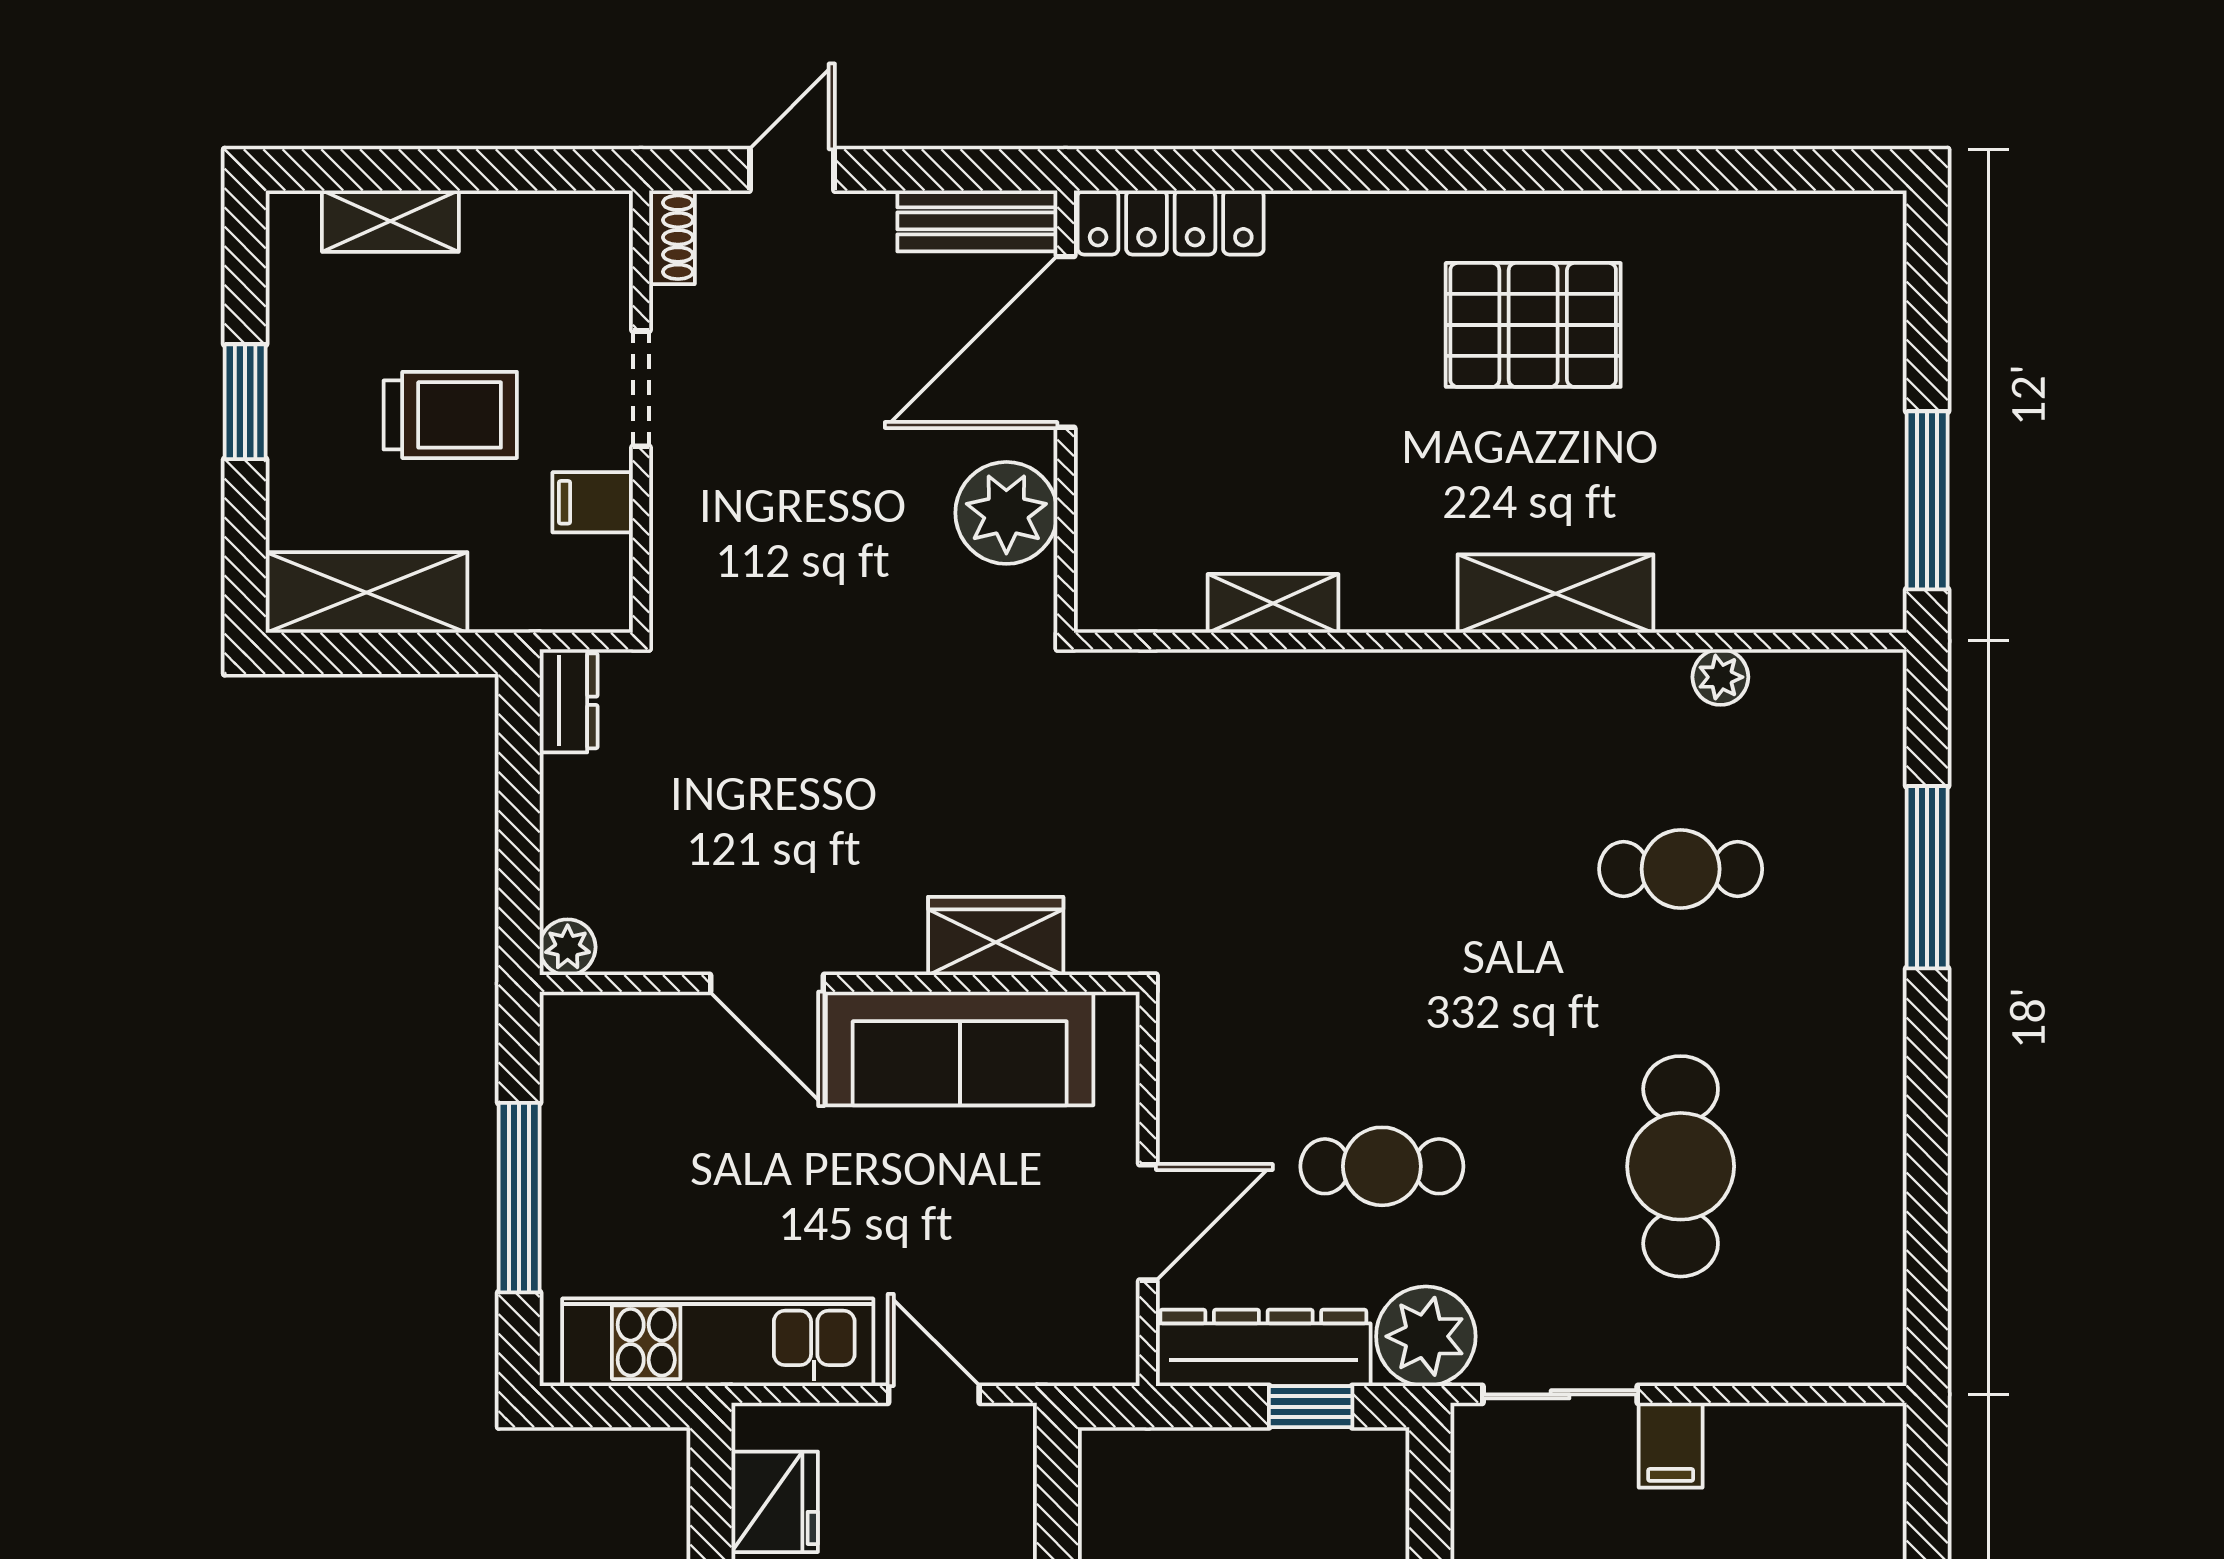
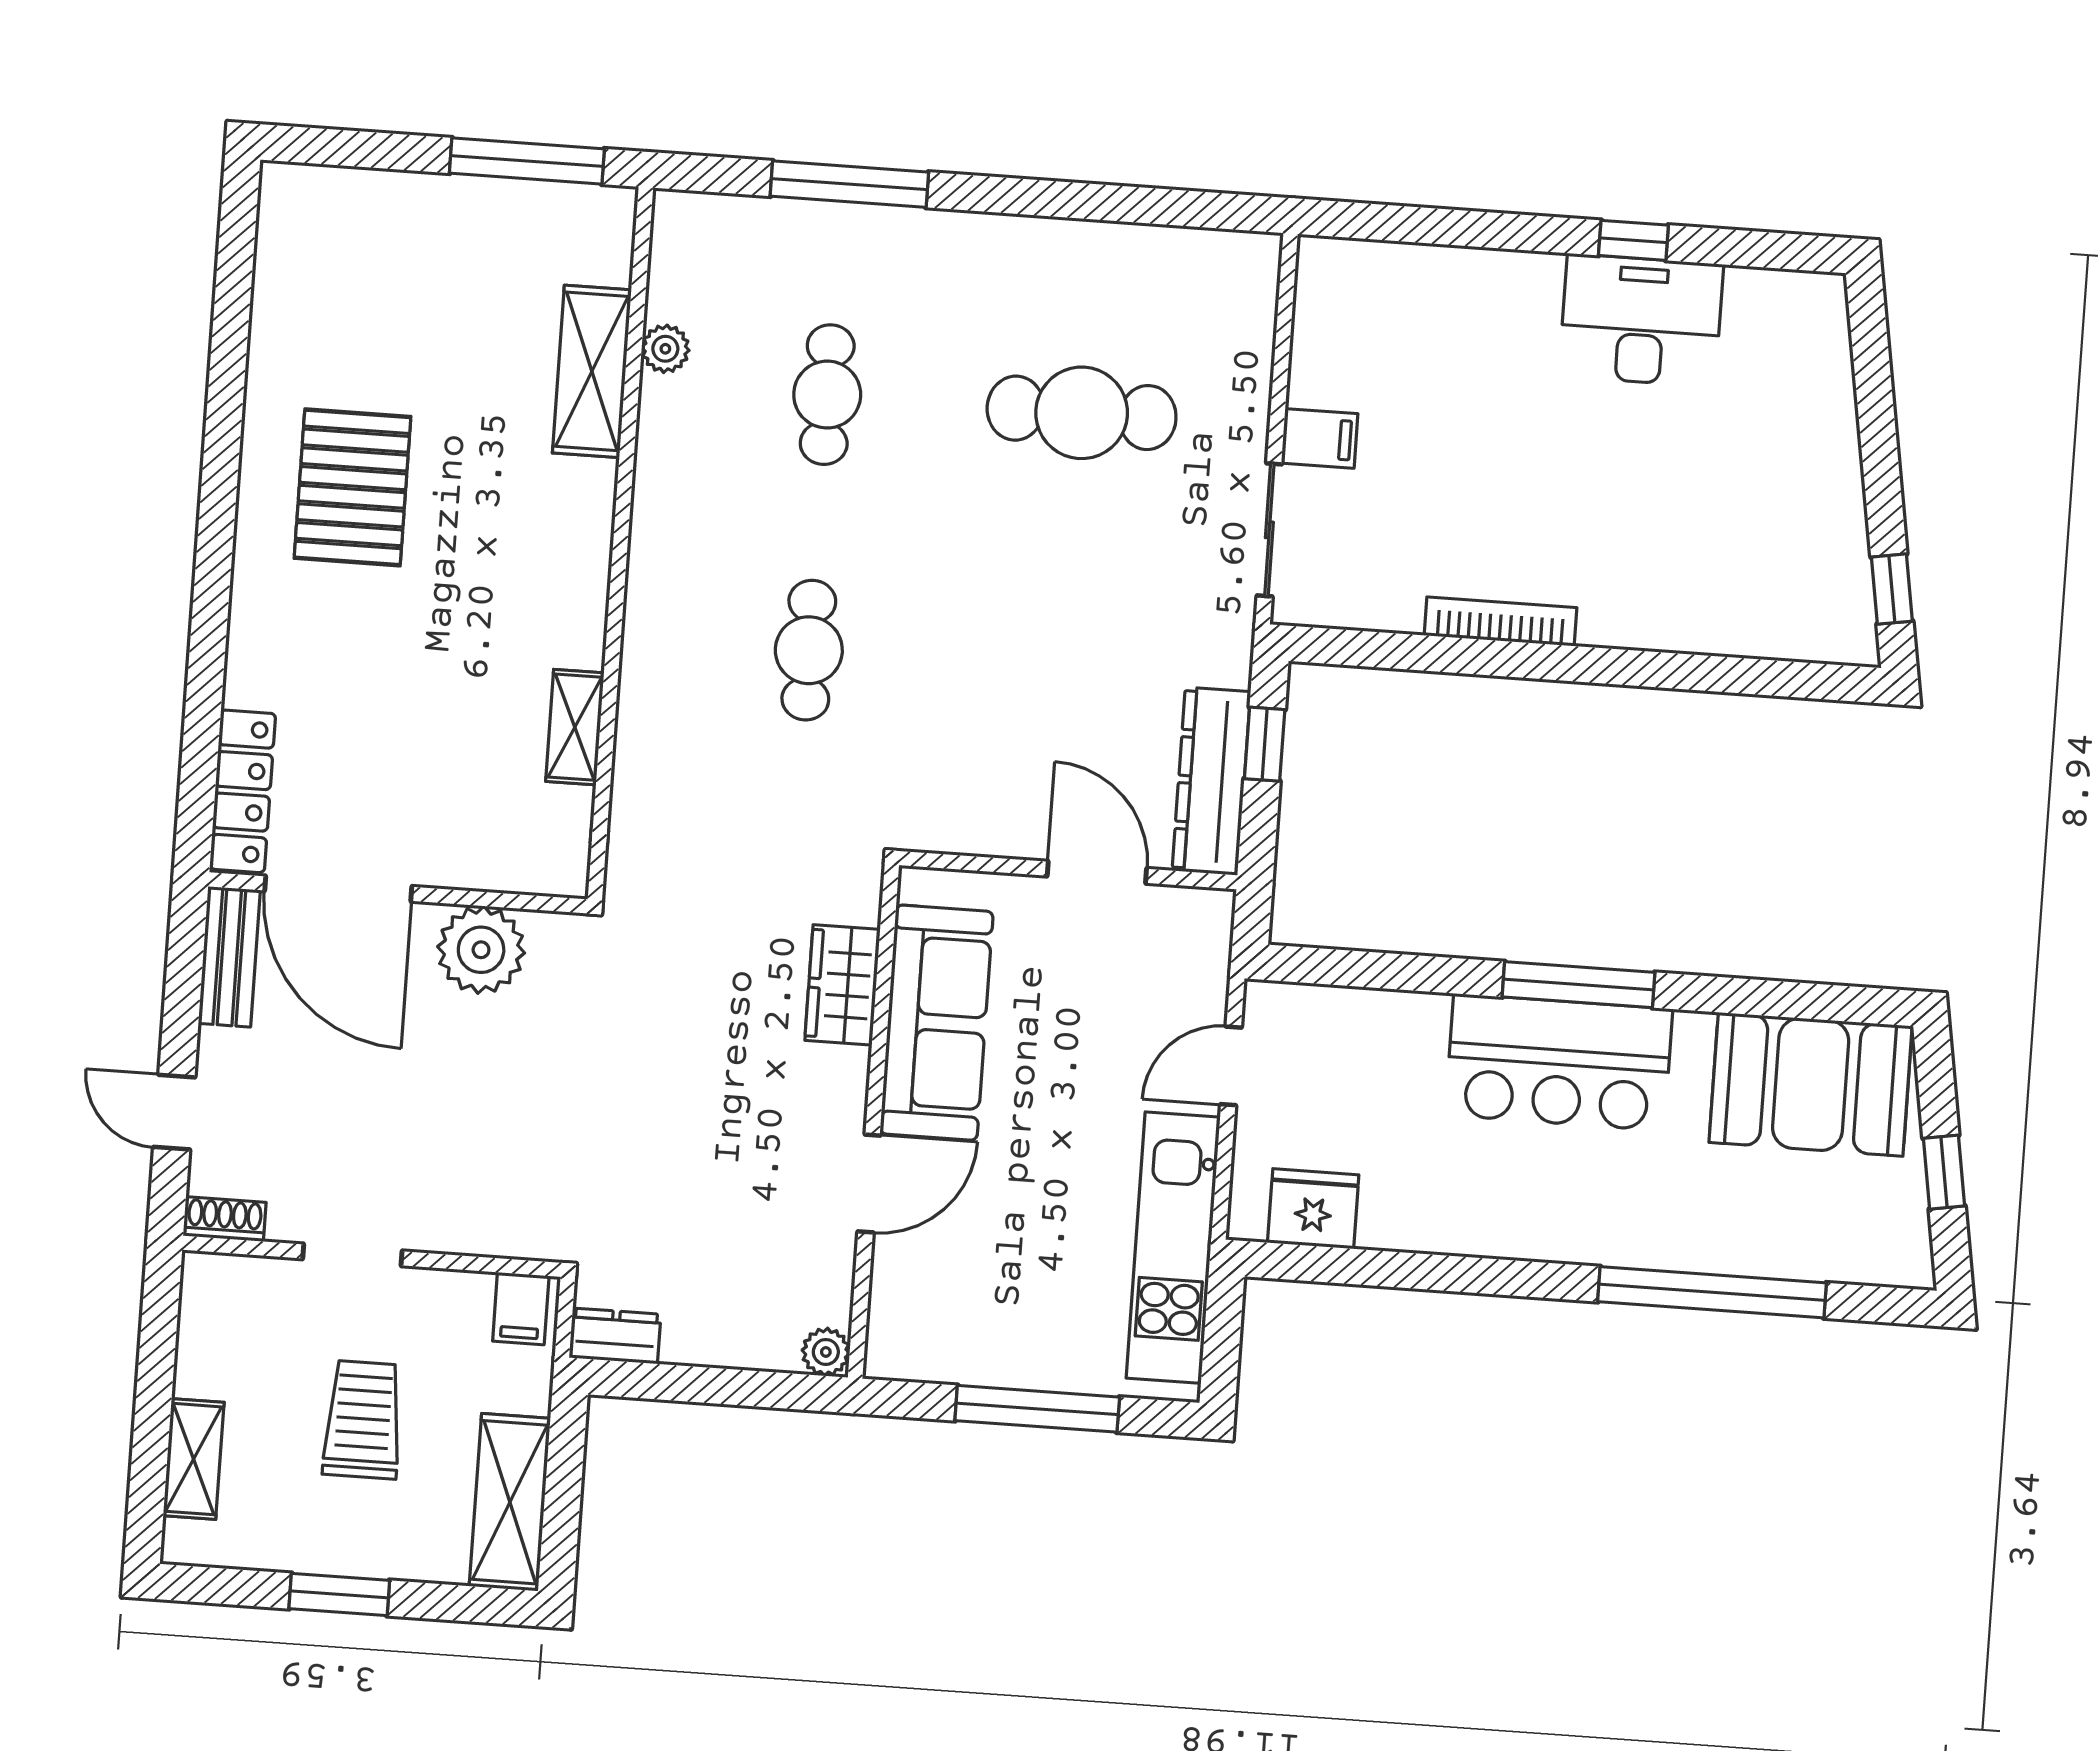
filing cabinet: (593, 502) -> (521, 1309), moved
shelving: (1555, 594) -> (592, 371), moved
cafe table: (1382, 1166) -> (809, 650), moved
plant: (1426, 1336) -> (1211, 641), removed

